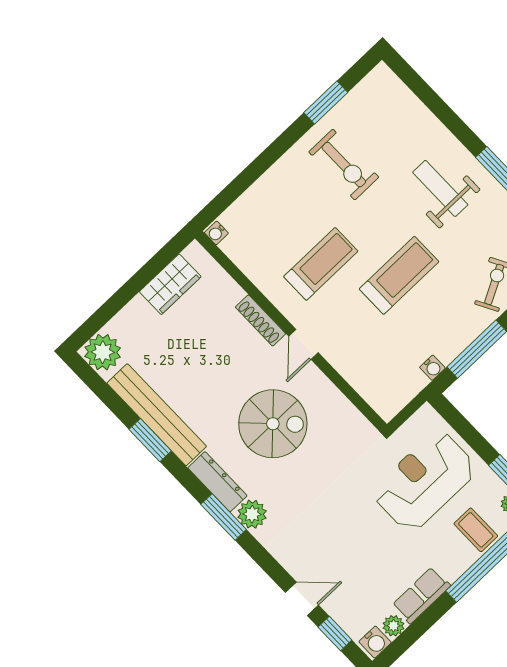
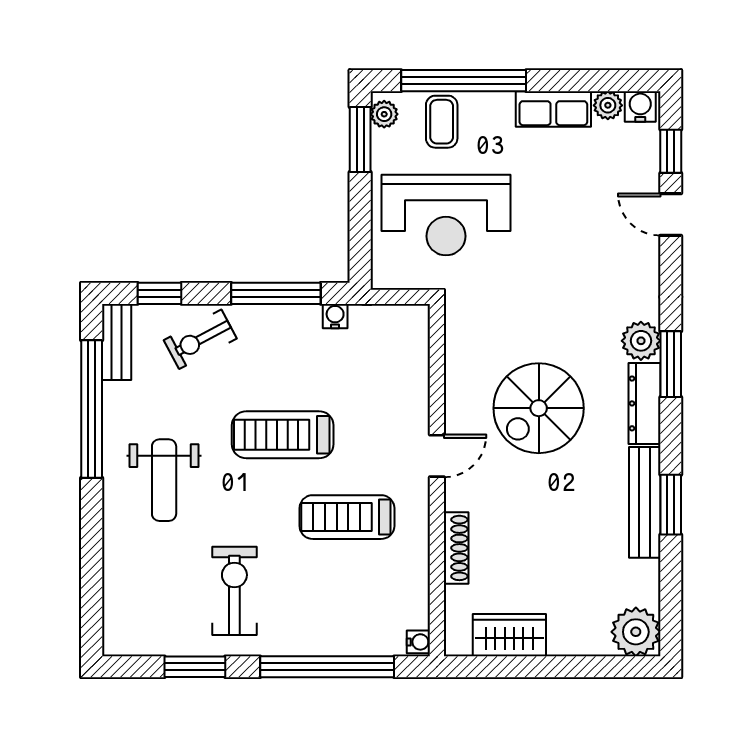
window: (253, 172) -> (327, 667), added
shoe rack: (261, 320) -> (456, 548), moved
bench: (157, 415) -> (645, 502), width x0.73, depth x0.82
spiral stairs: (273, 424) -> (539, 408), turned -90

